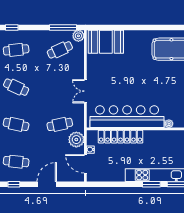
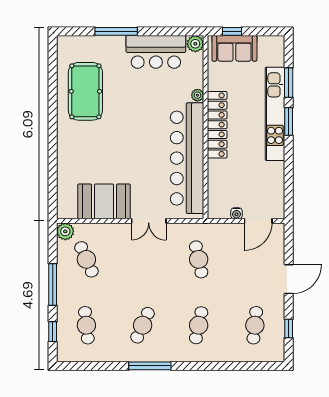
window: (63, 27) -> (53, 285), moved
booth: (106, 42) -> (104, 201), moved, turned 90
locker: (121, 137) -> (217, 125), moved
plant: (76, 140) -> (221, 234), removed
door: (47, 184) -> (289, 279), swing flipped

